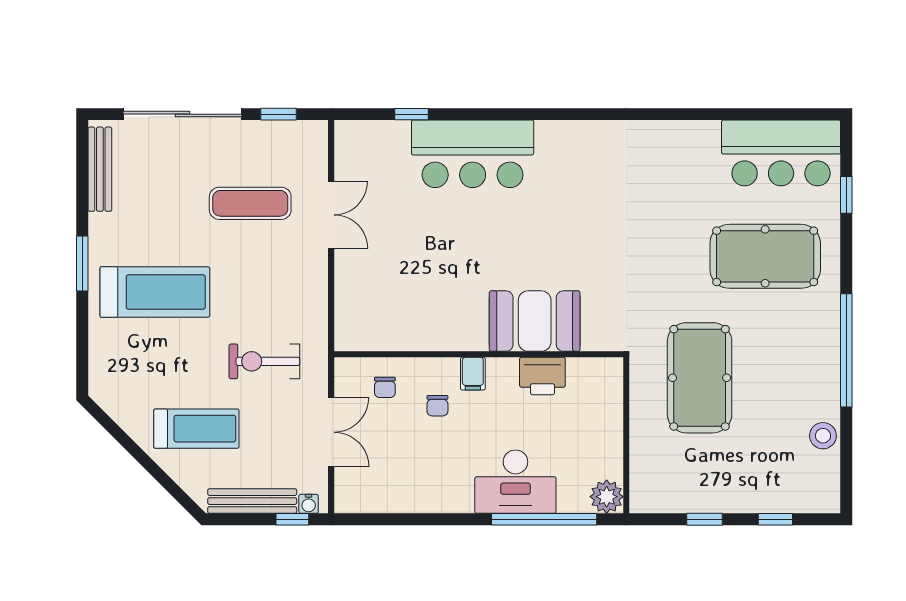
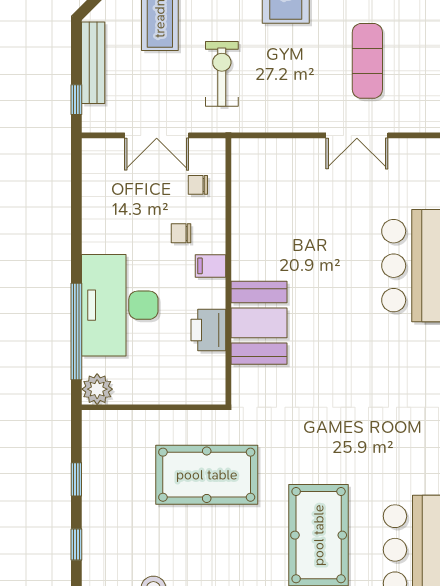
desk: (515, 482) -> (120, 305), width x1.36, depth x1.30
water cooler: (309, 504) -> (91, 115), removed

